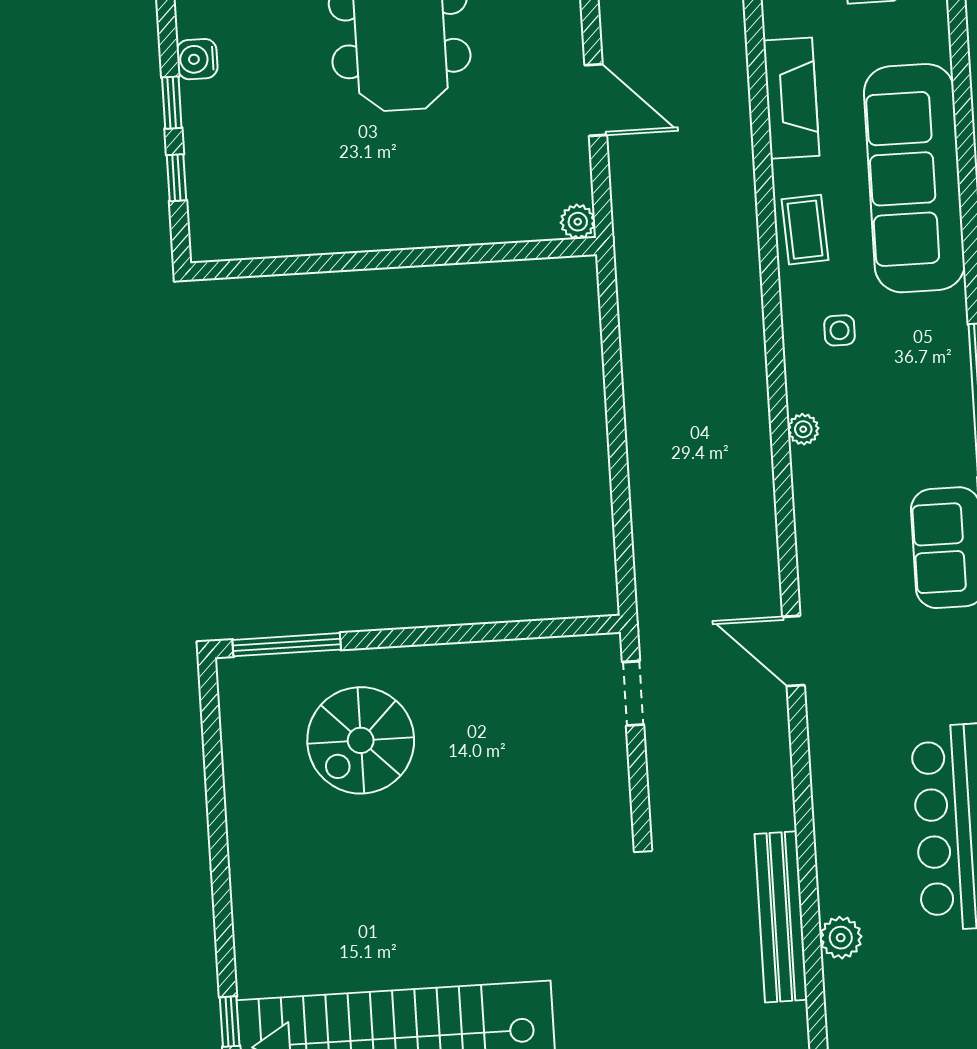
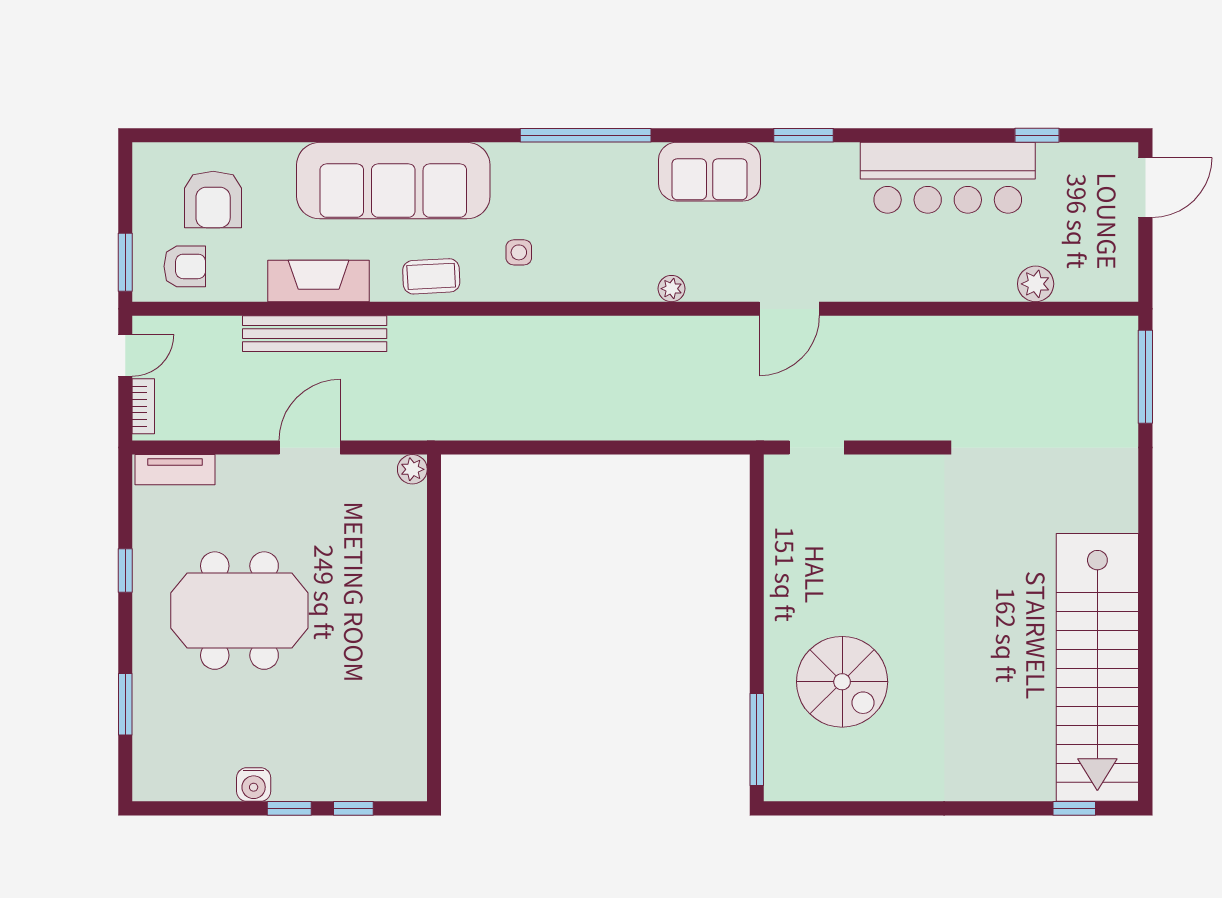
plant: (803, 429) -> (671, 289), moved
bench: (781, 917) -> (315, 334), moved

